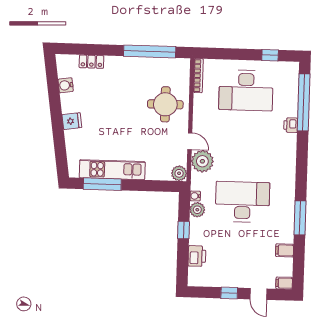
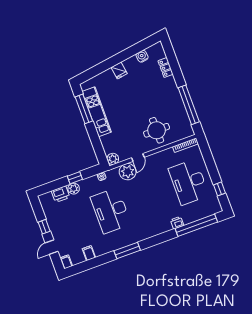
desk: (242, 202) -> (111, 211), turned 180
plant: (197, 210) -> (74, 189), moved
window: (300, 218) -> (127, 250), moved

